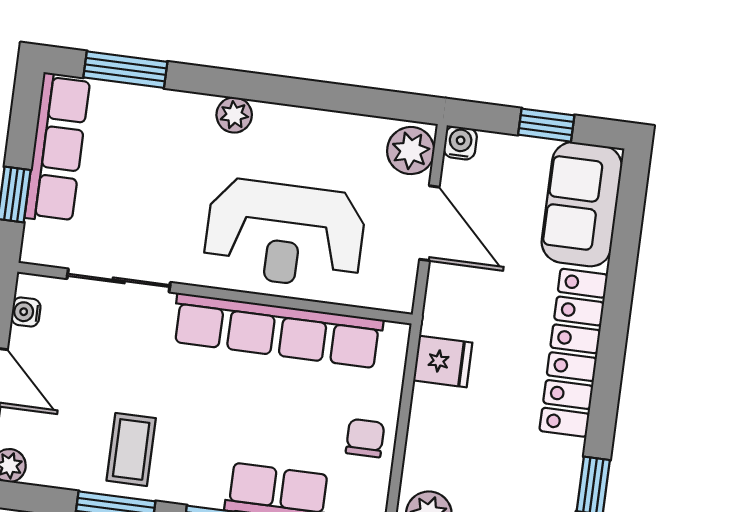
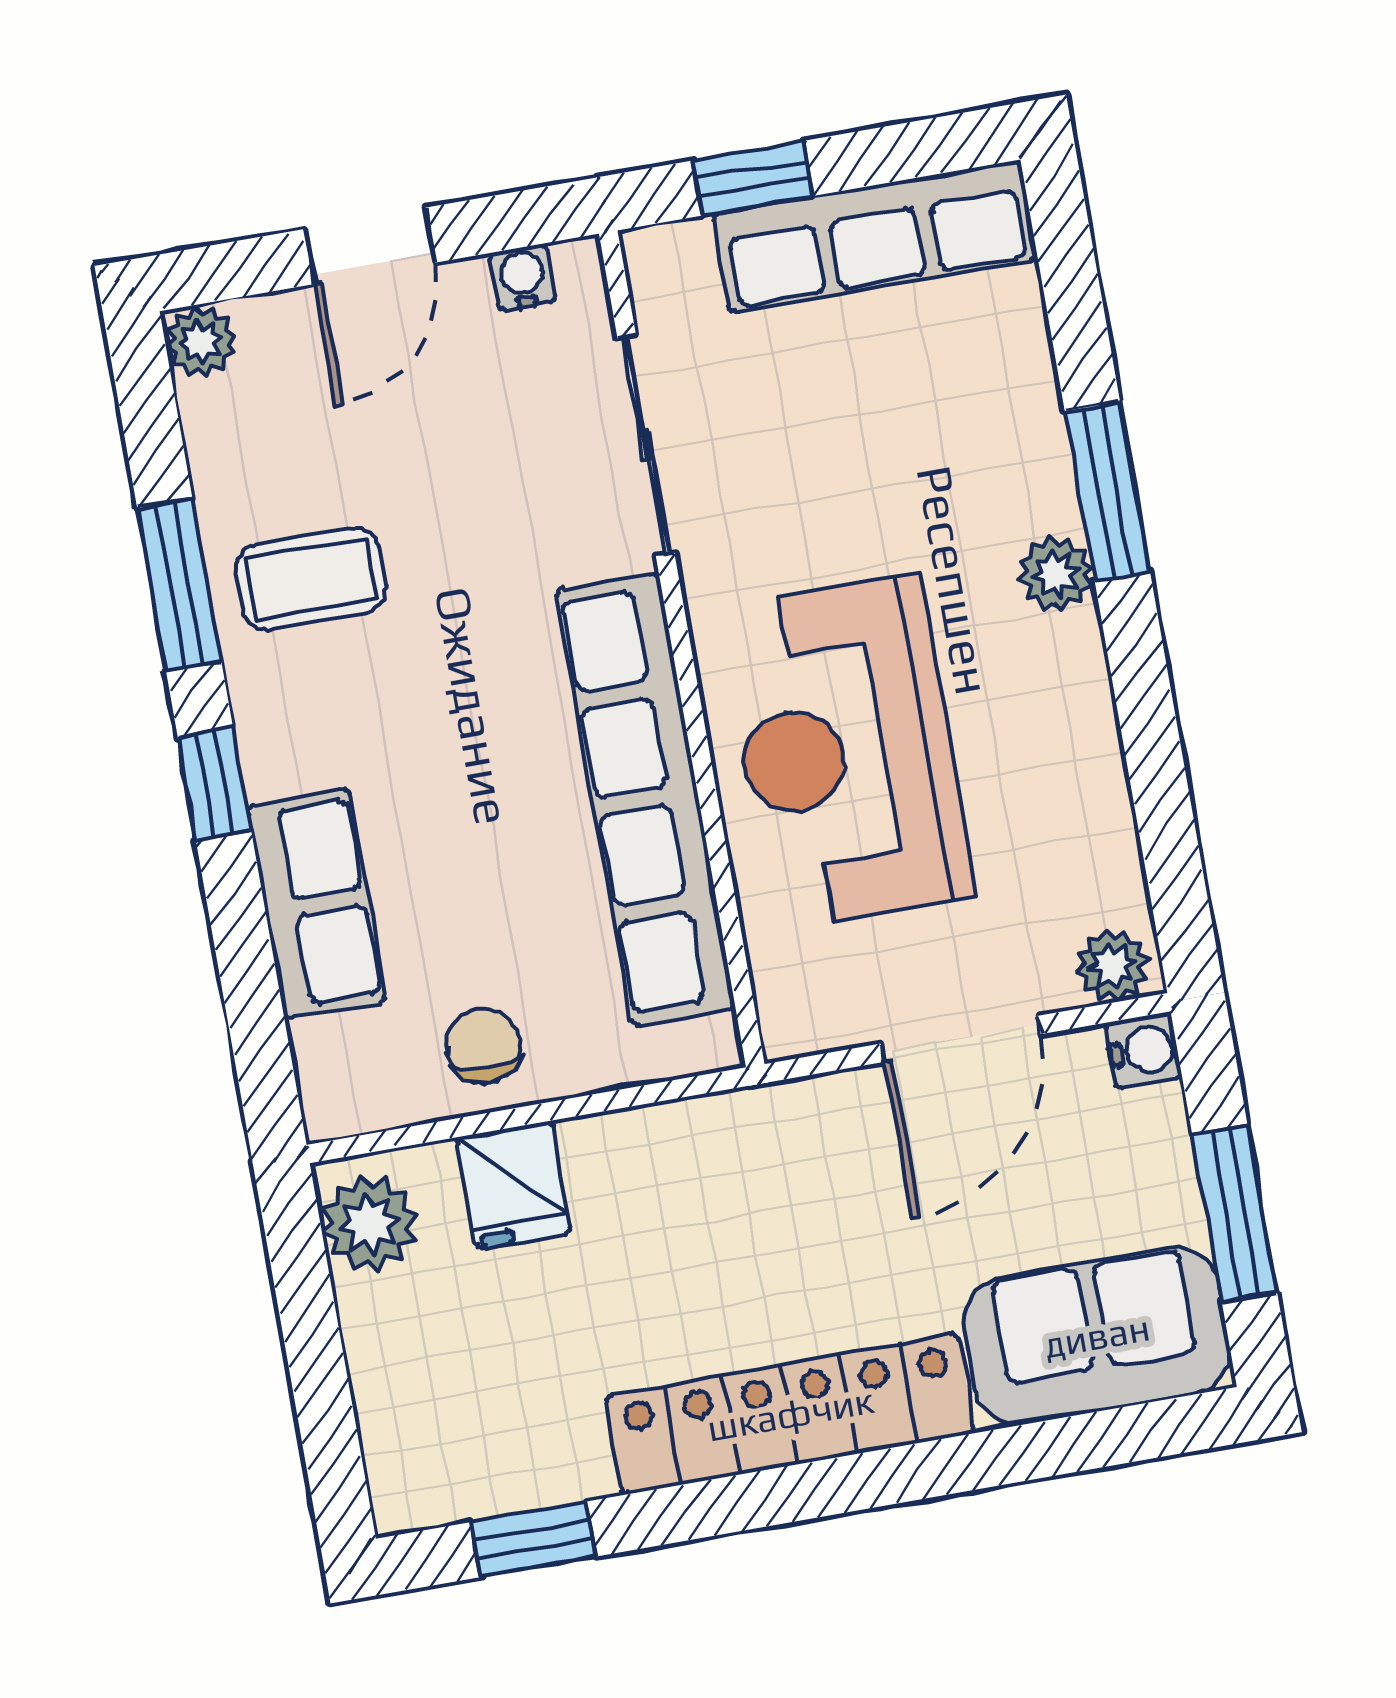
window: (125, 70) -> (1107, 491), moved
window: (546, 125) -> (1235, 1213), width x1.50
plant: (411, 151) -> (1112, 966), width x0.73, depth x0.73
fridge: (443, 361) -> (514, 1185), moved
chair: (365, 438) -> (484, 1046), turned -90

